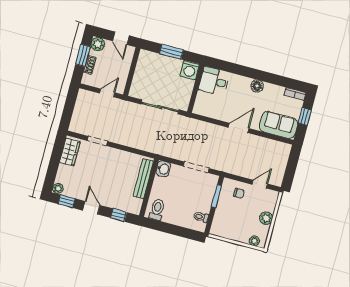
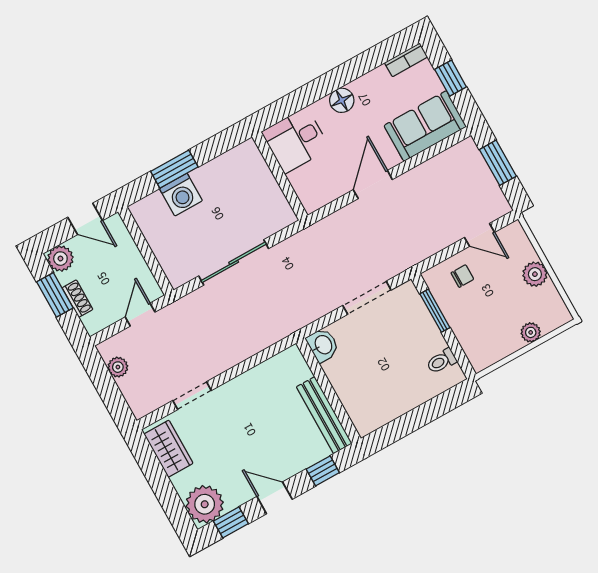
washing machine: (190, 70) -> (181, 195), moved
desk: (214, 81) -> (296, 140), moved
wall: (196, 89) -> (280, 176), moved
plant: (80, 104) -> (118, 367), added
window: (292, 164) -> (498, 163), added
bench: (143, 179) -> (324, 415), moved
door: (260, 184) -> (479, 235), swing flipped
plant: (58, 188) -> (205, 504), width x1.88, depth x1.88
toilet: (157, 210) -> (370, 411), removed
plant: (254, 241) -> (531, 332), moved

